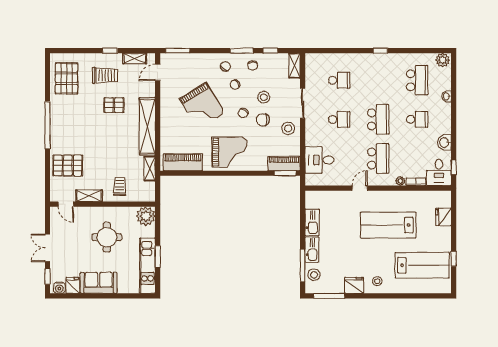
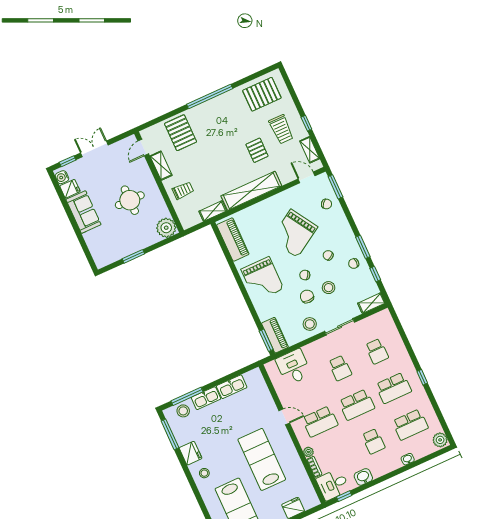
chair: (225, 66) -> (326, 204), moved
school desk: (378, 80) -> (394, 388), added
kitchen unit: (147, 266) -> (120, 251), removed

